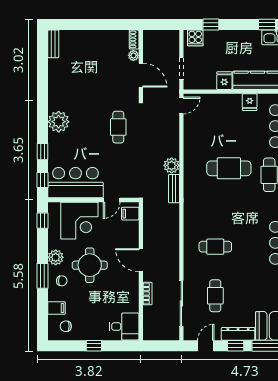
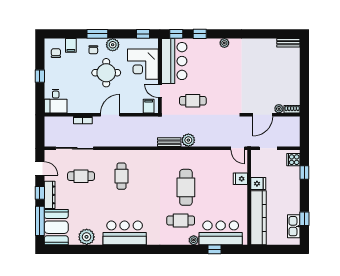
fridge: (250, 102) -> (240, 179), moved
plant: (59, 122) -> (224, 43), width x0.53, depth x0.53
cafe table: (118, 127) -> (193, 101), moved

